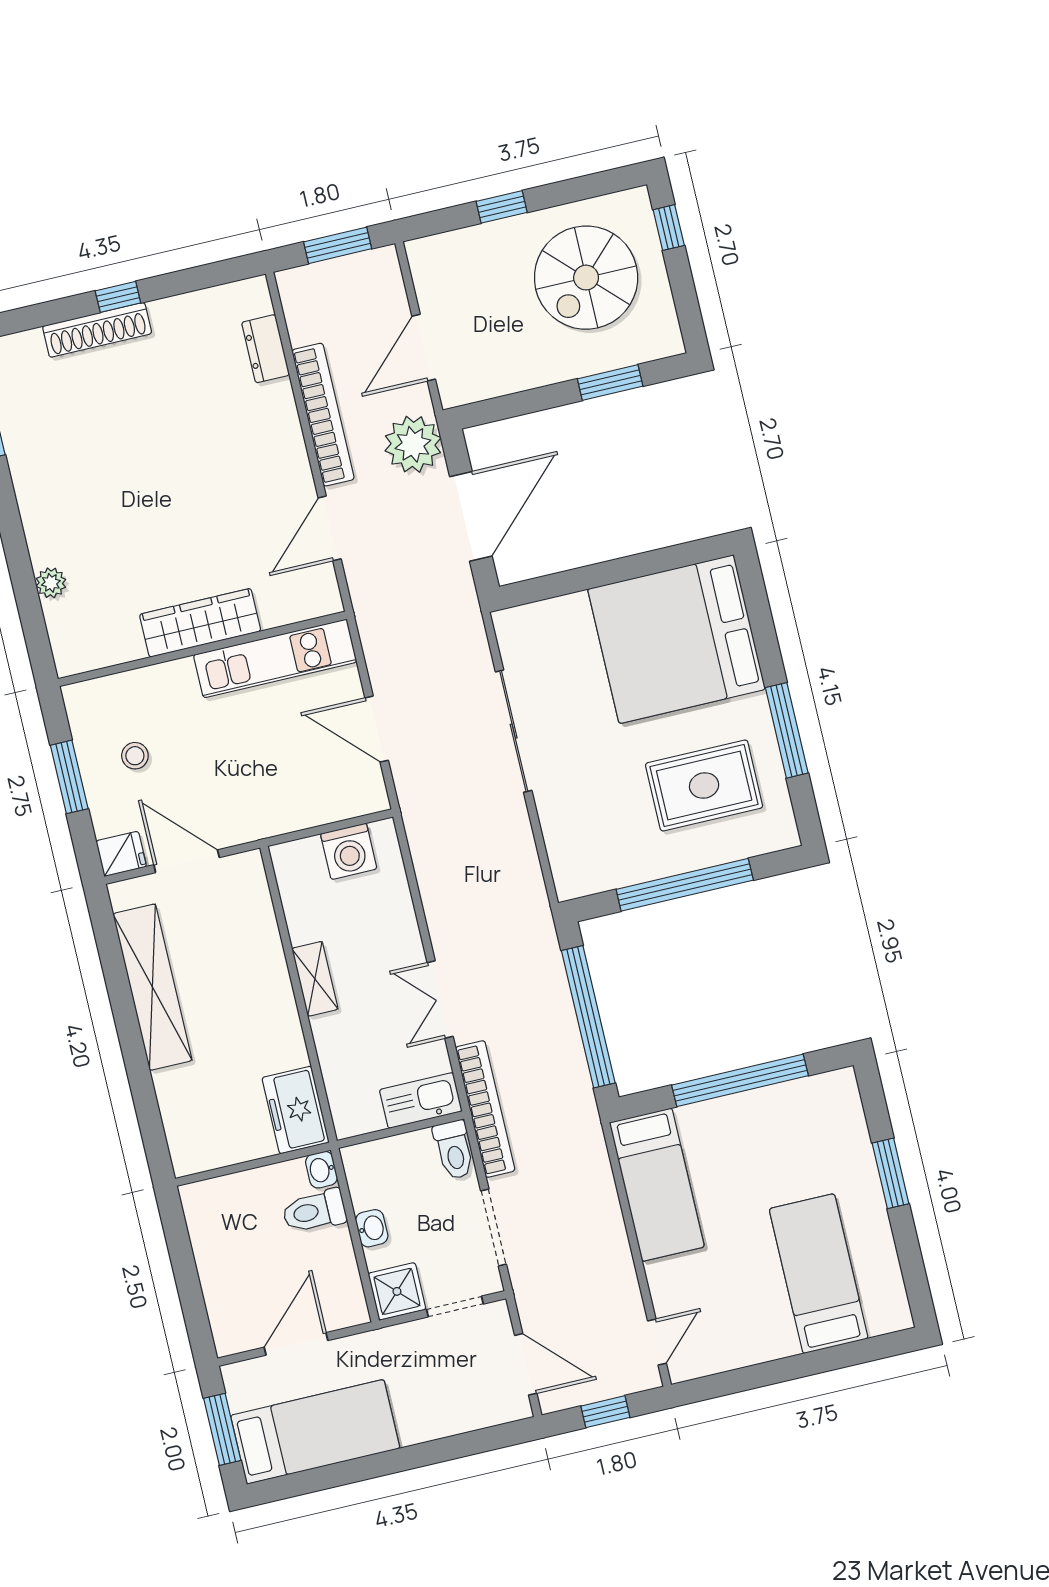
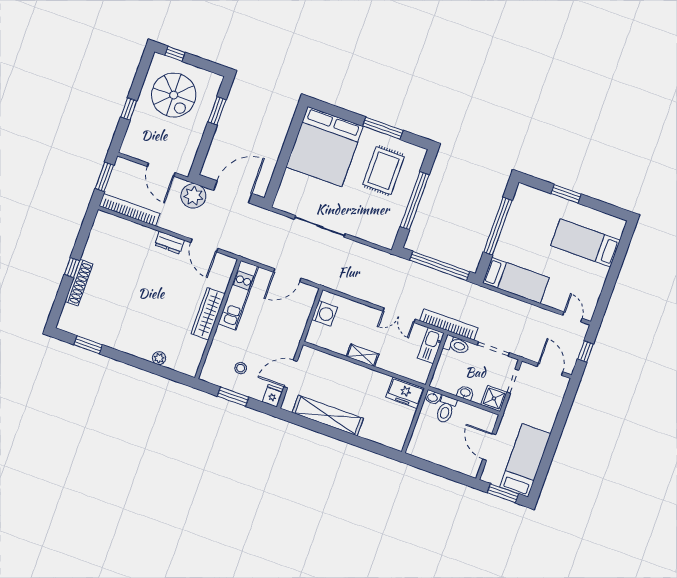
dresser: (266, 349) -> (170, 243), moved
bookcase: (323, 415) -> (130, 210), moved
door: (471, 516) -> (233, 192), hinge flipped
door: (526, 1364) -> (550, 369), hinge flipped

